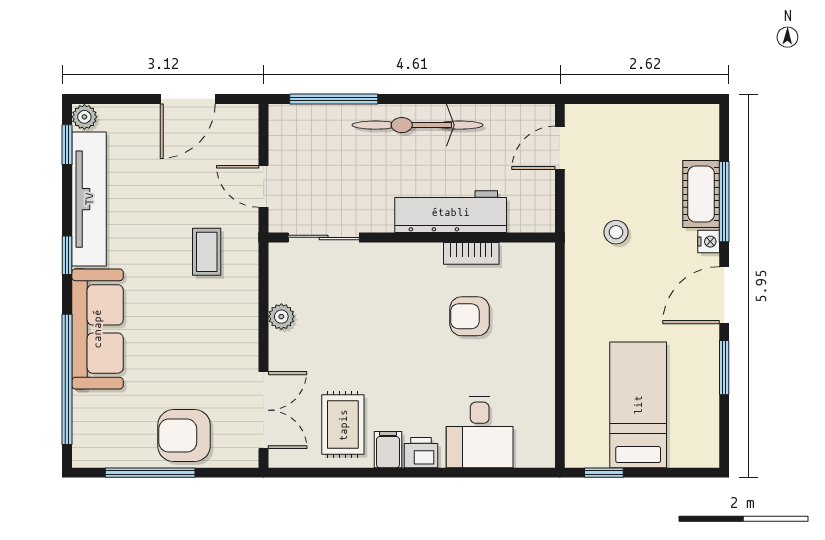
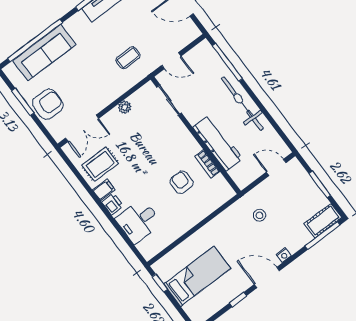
window: (639, 99) -> (320, 184), added
door: (264, 186) -> (171, 61), swing flipped
cot: (701, 194) -> (323, 221), moved
window: (724, 202) -> (322, 235), moved
sofa: (97, 329) -> (44, 53), moved
window: (724, 368) -> (238, 299), width x0.67
armchair: (184, 436) -> (48, 104), turned 90
window: (150, 473) -> (23, 102), width x0.69

